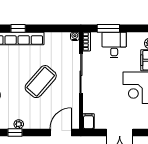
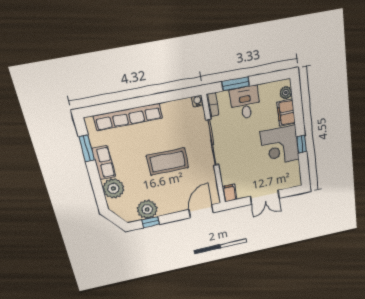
window: (18, 28) -> (126, 104), removed
coffee table: (41, 82) -> (168, 162), turned 49
plant: (19, 124) -> (147, 209), width x1.87, depth x1.87

